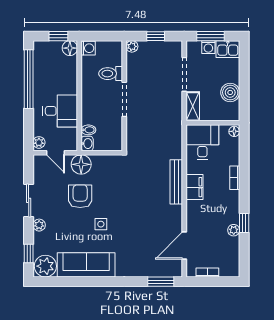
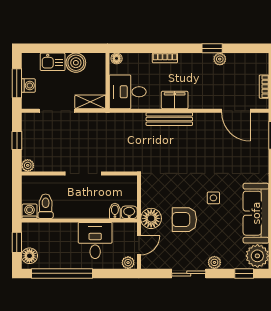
floor lamp: (70, 48) -> (29, 256), moved
kitchen sink: (228, 49) -> (53, 62), moved, turned 90
toilet: (111, 74) -> (46, 206), moved, turned 180

